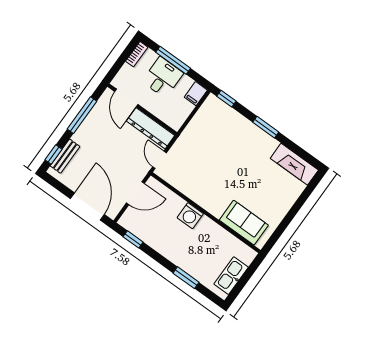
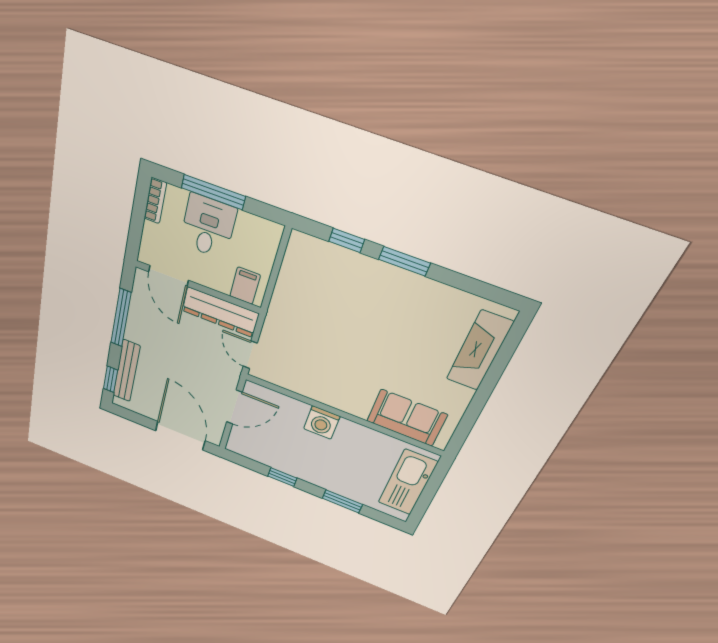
filing cabinet: (196, 94) -> (245, 286), moved, turned 180
window: (226, 99) -> (347, 240), moved
bench: (65, 156) -> (126, 371), width x1.36
fireplace: (294, 164) -> (479, 351), moved, turned 90
window: (133, 239) -> (282, 477), moved
kitchen sink: (231, 276) -> (408, 482), width x1.36, depth x1.24

